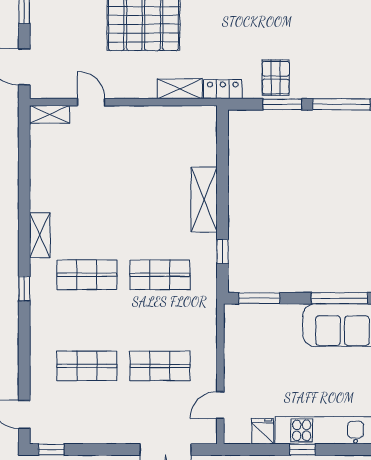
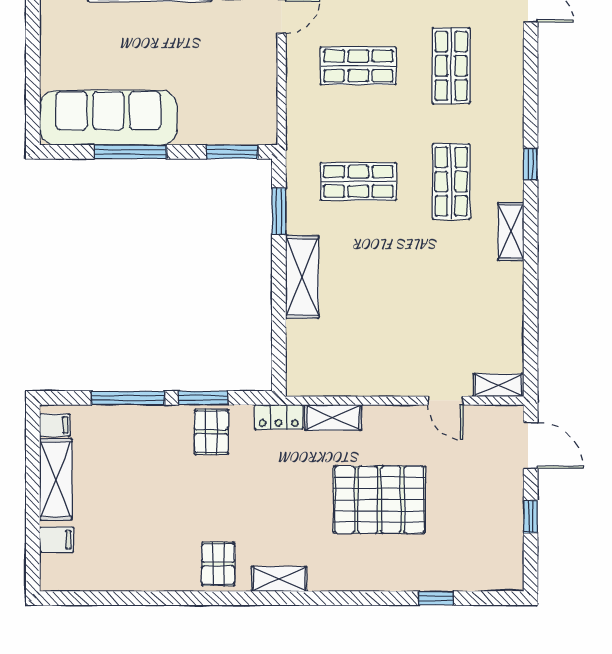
window: (222, 251) -> (279, 211), width x1.50
shop shelf: (87, 275) -> (451, 182), turned 90
shop shelf: (87, 366) -> (451, 66), turned 90

